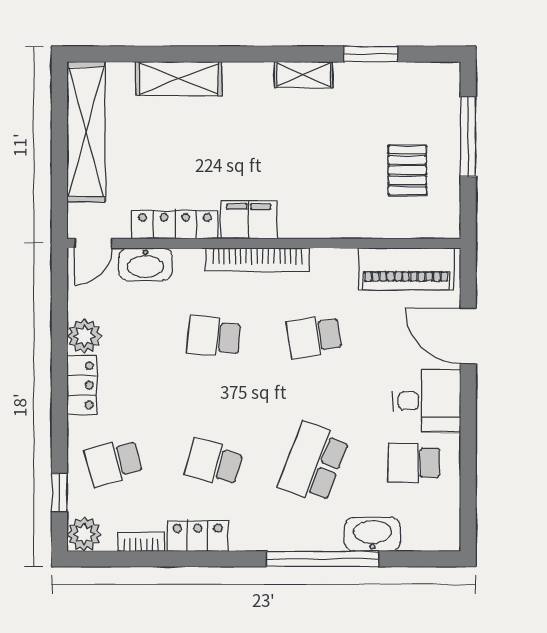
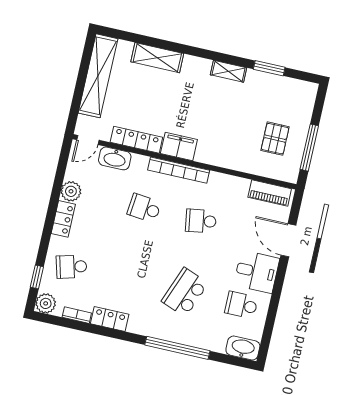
window: (468, 137) -> (309, 148), moved
piano: (406, 269) -> (270, 193), width x0.73, depth x0.75
school desk: (214, 463) -> (128, 279), removed
washbasin: (373, 534) -> (243, 348), moved

